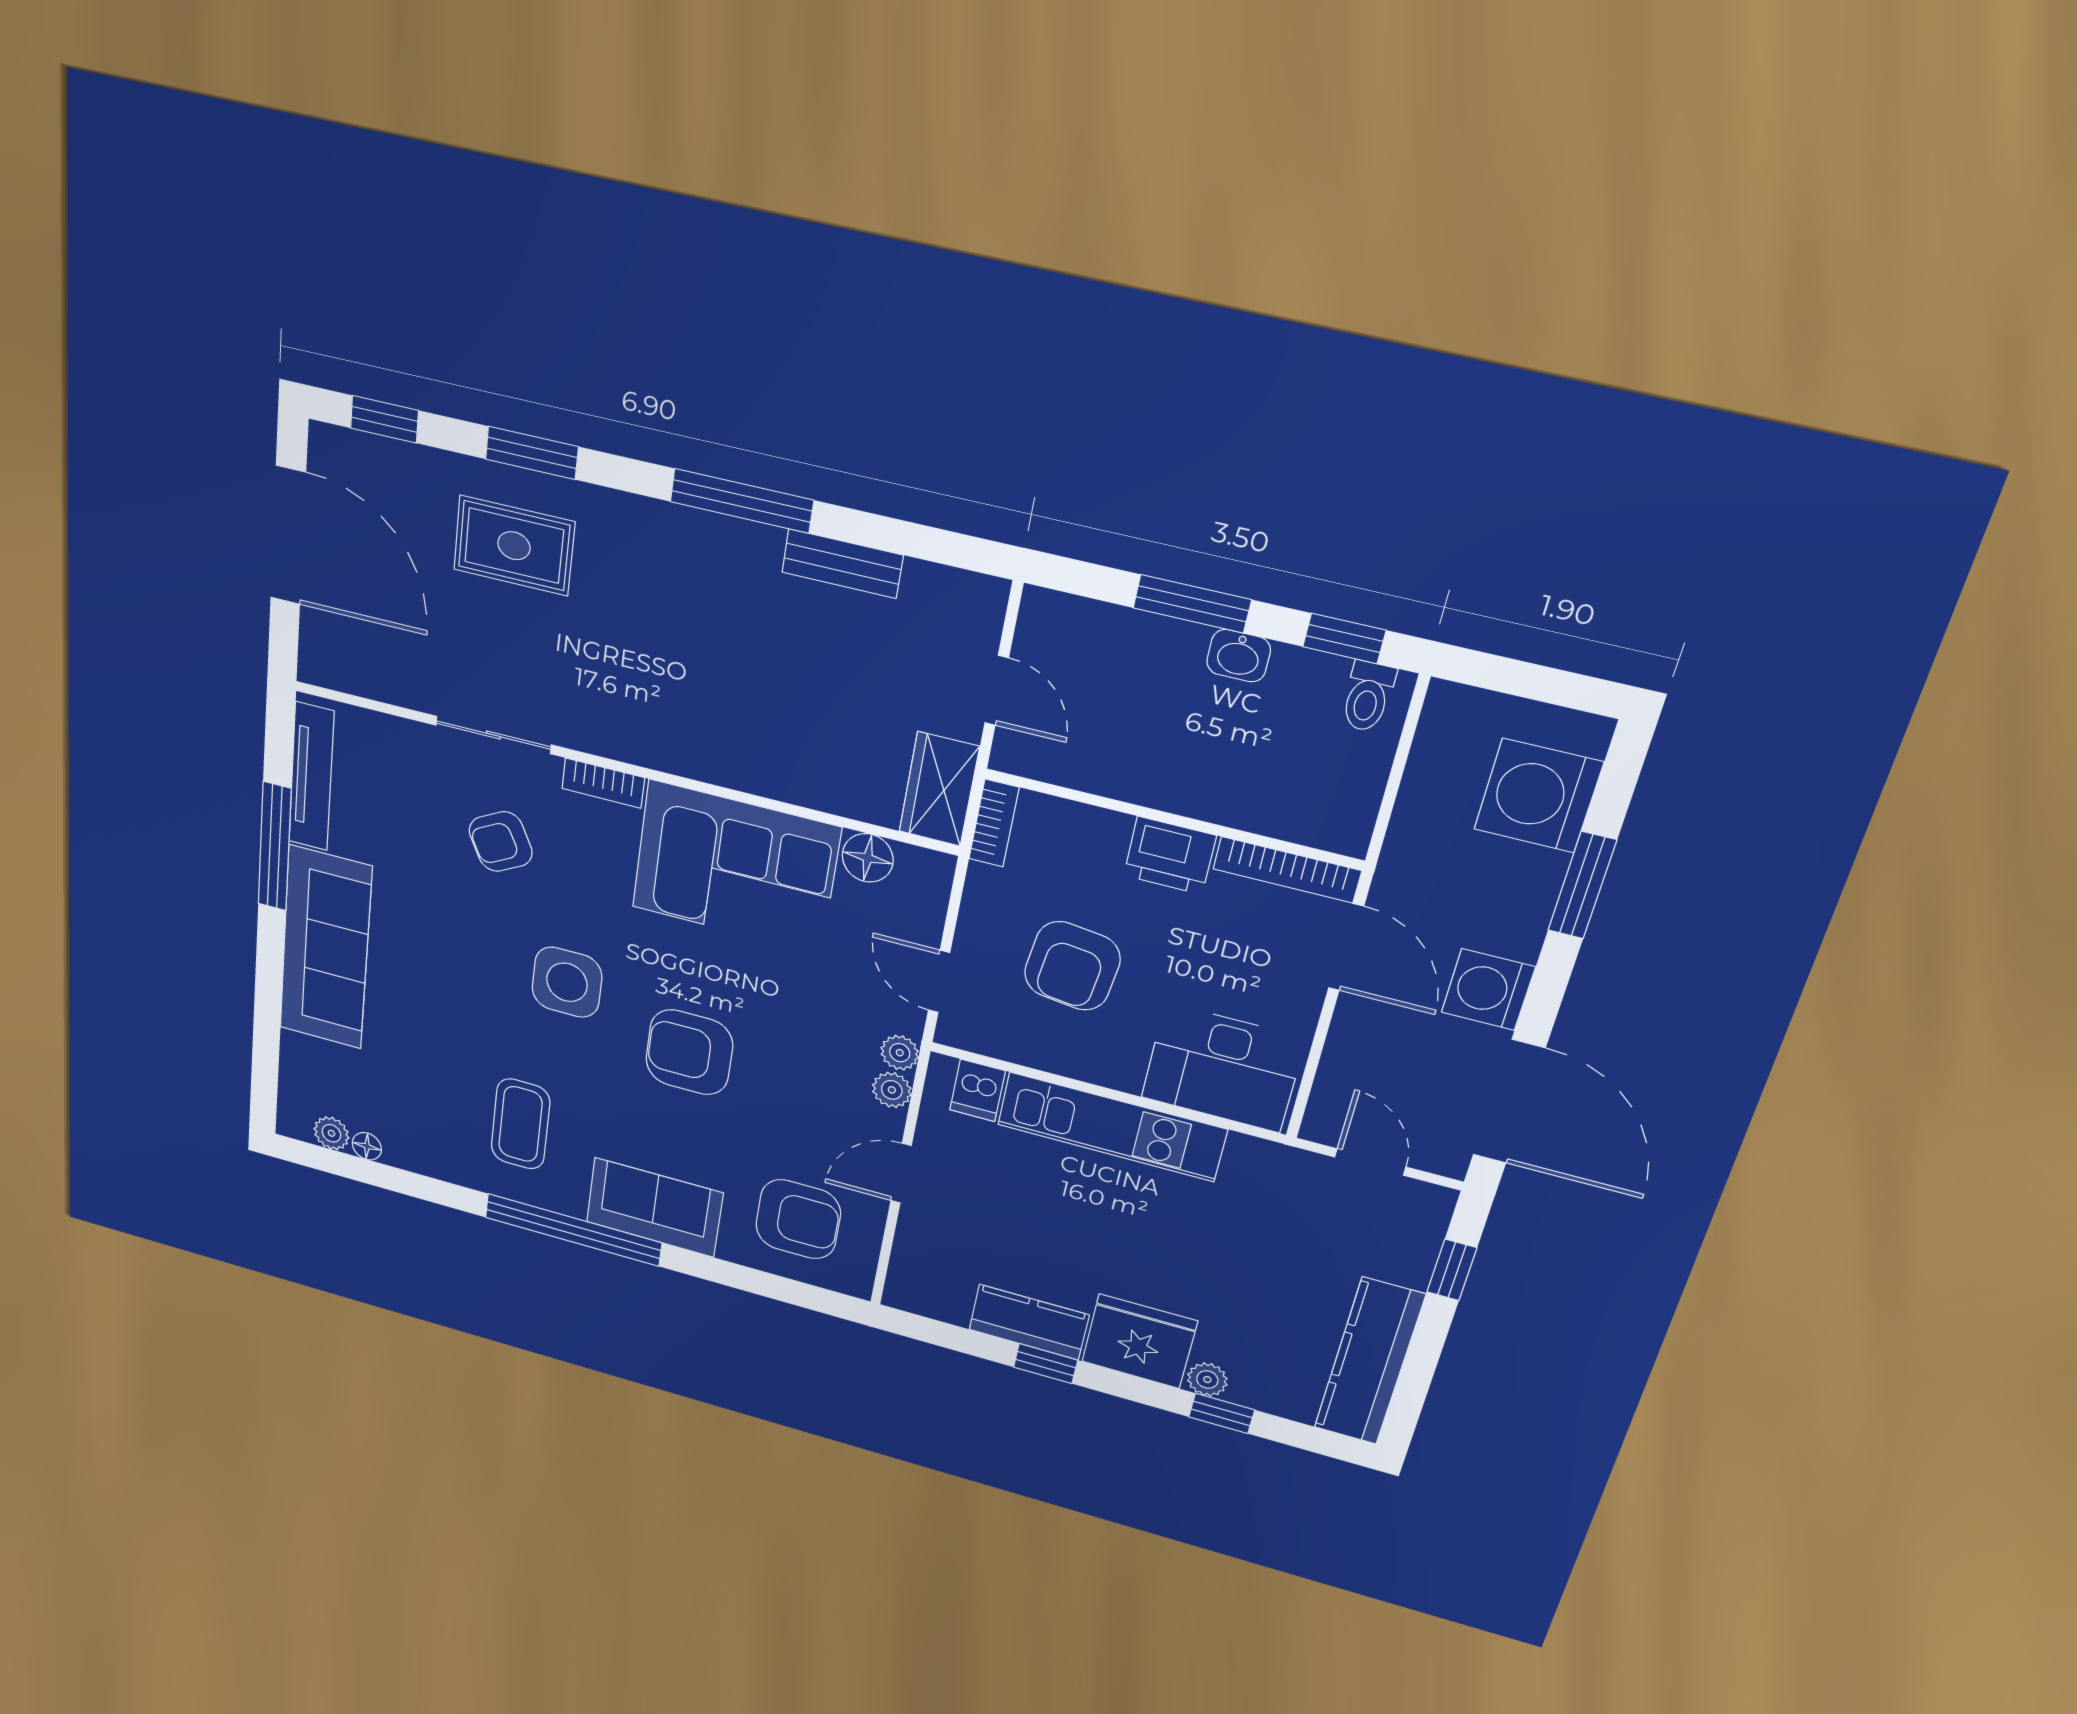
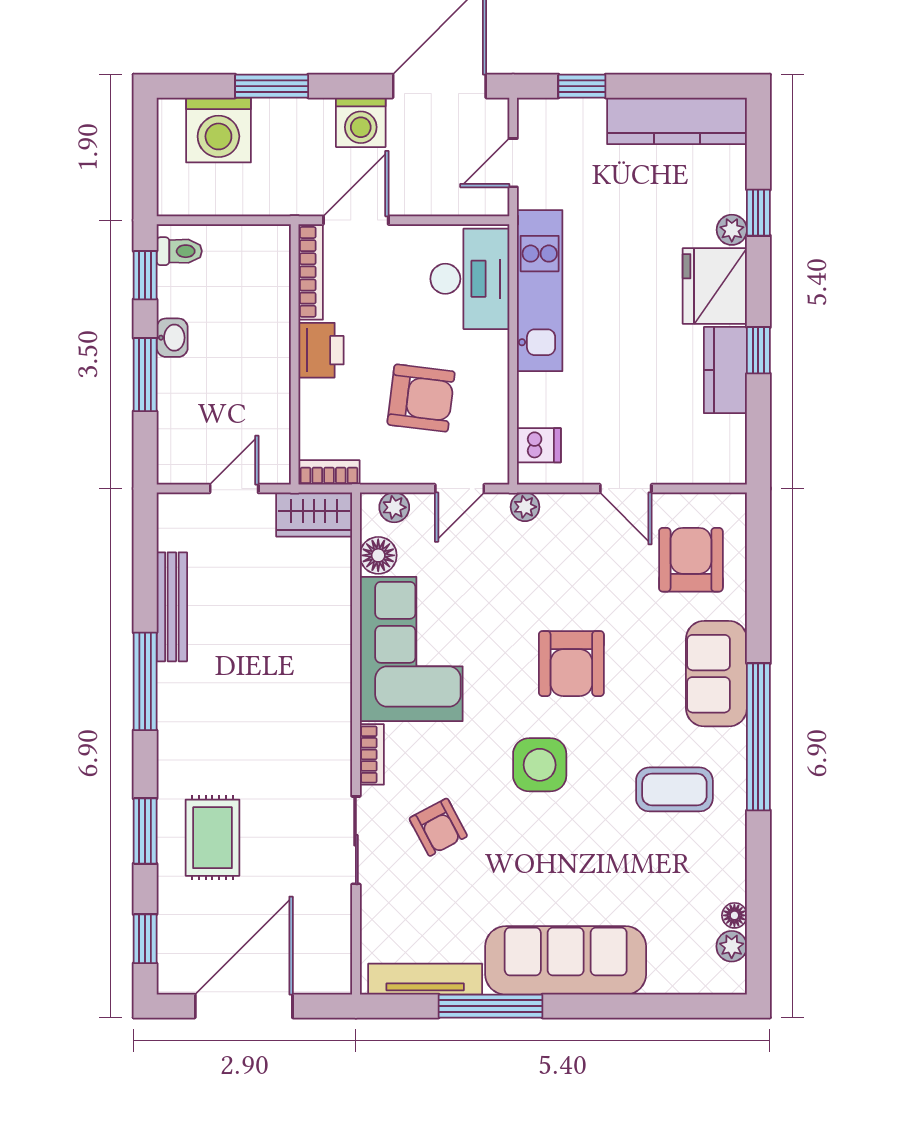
bench: (842, 564) -> (172, 607), width x1.36
plant: (892, 1090) -> (394, 507), moved
kitchen unit: (1112, 1127) -> (540, 291), moved

